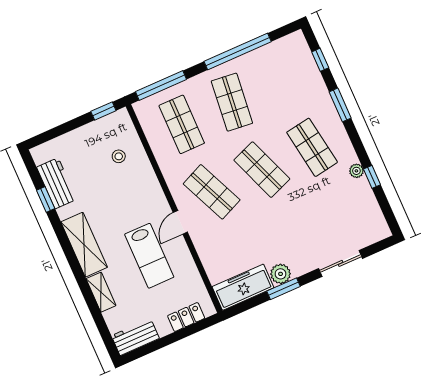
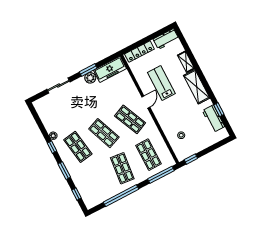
window: (372, 177) -> (52, 147), moved
locker: (186, 317) -> (139, 51), width x1.53

